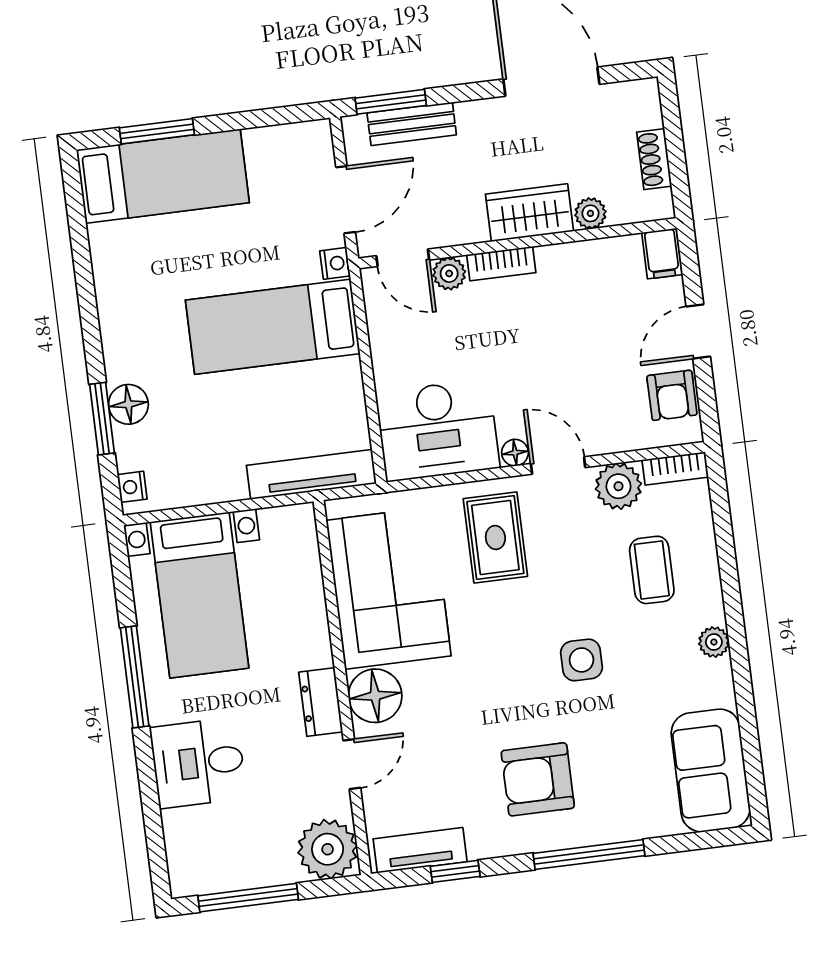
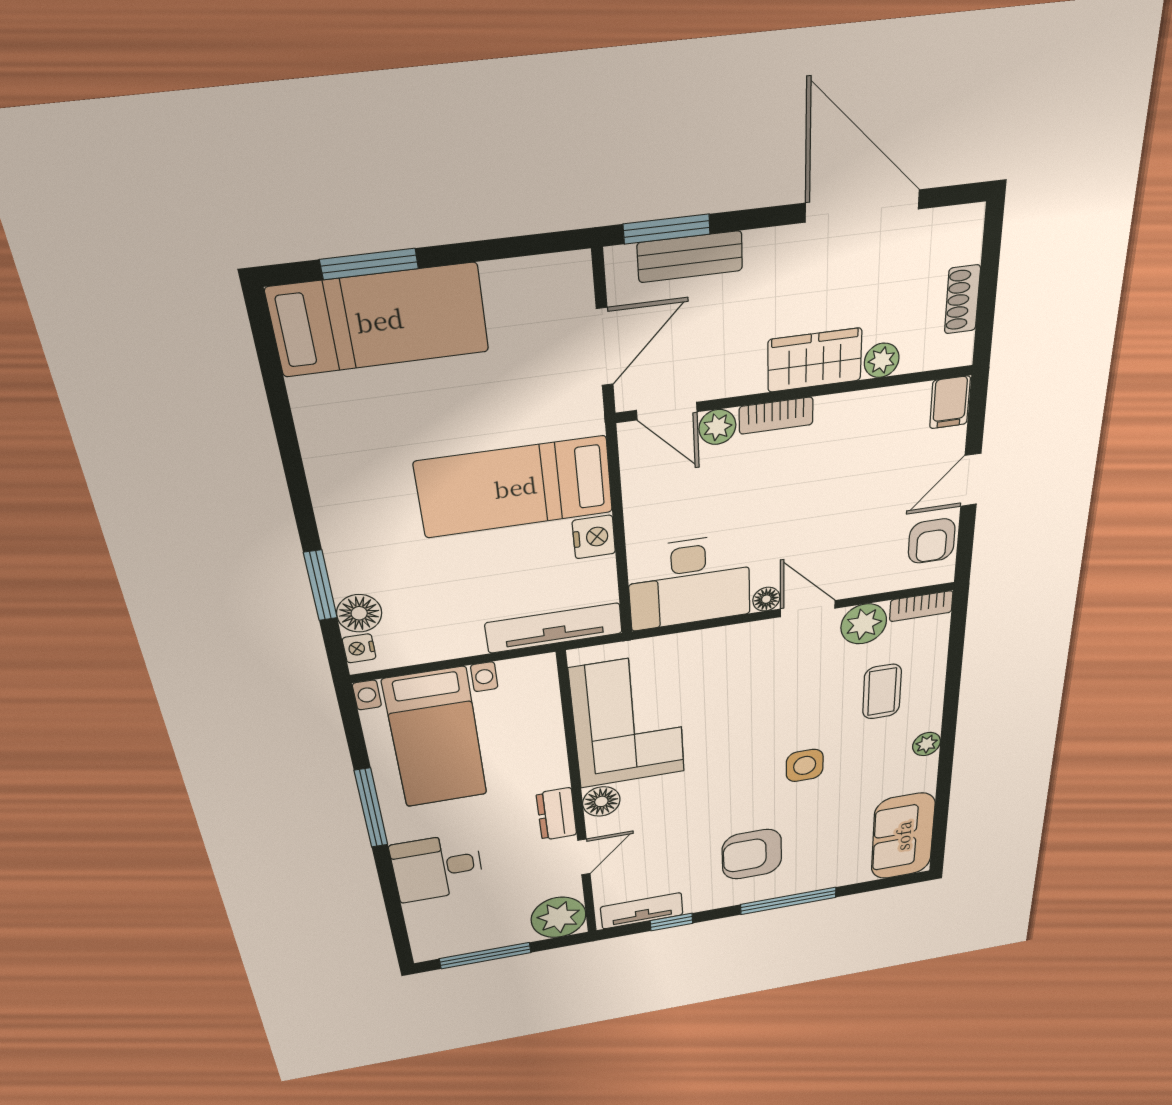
nightstand: (335, 263) -> (594, 537), moved, width x1.39, depth x1.35
floor lamp: (128, 404) -> (359, 613), moved
rug: (495, 538) -> (737, 673), removed
floor lamp: (375, 696) -> (601, 801), width x0.73, depth x0.73

